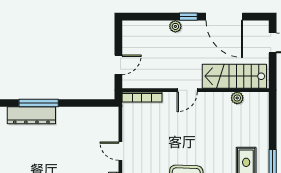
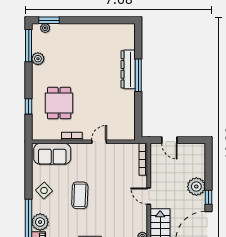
plant: (175, 26) -> (196, 187), width x1.88, depth x1.88

